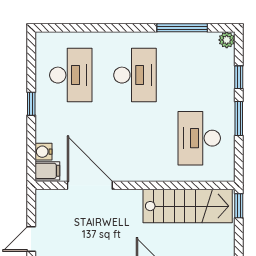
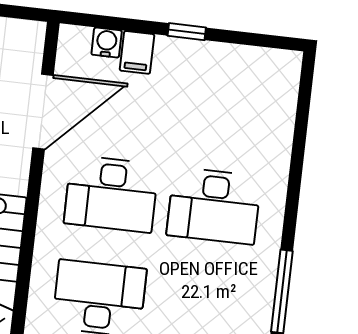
desk: (71, 75) -> (111, 194), moved
filing cabinet: (47, 171) -> (137, 52), moved

